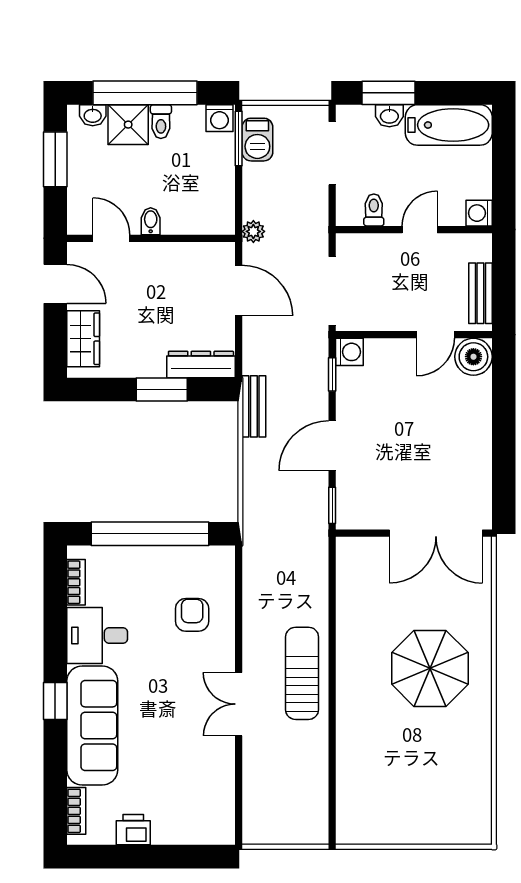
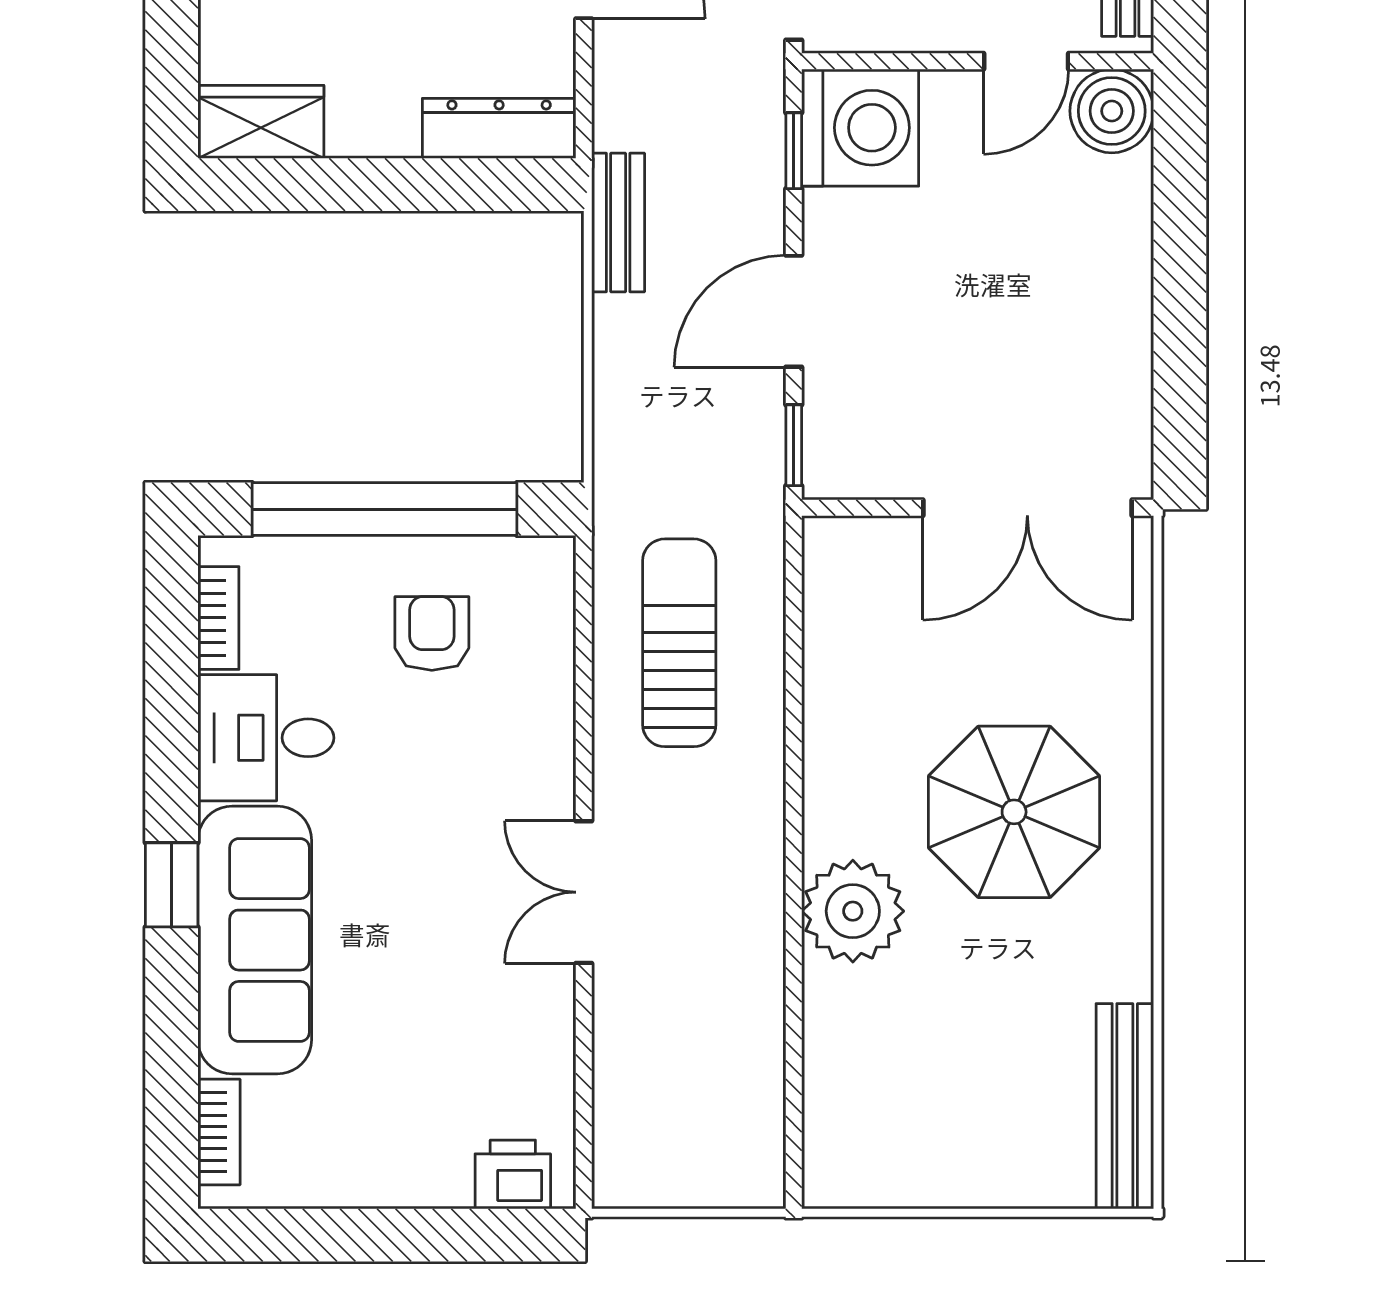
wardrobe: (83, 339) -> (261, 122), moved, turned -90
washing machine: (349, 352) -> (860, 128), width x1.89, depth x1.89
window: (162, 390) -> (411, 185), removed
armchair: (192, 615) -> (432, 633), moved
sun lounger: (302, 673) -> (679, 643), moved
plant: (358, 713) -> (853, 911), added
bench: (479, 799) -> (1125, 1106), added
printer: (133, 830) -> (513, 1174), moved

